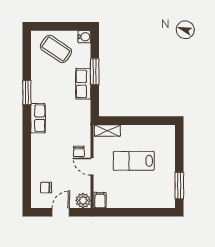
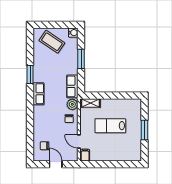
row of seats: (83, 84) -> (72, 86), moved
door: (92, 167) -> (79, 141), moved
window: (179, 186) -> (144, 130), moved
plant: (83, 201) -> (72, 104), moved
door: (61, 212) -> (56, 164), hinge flipped

